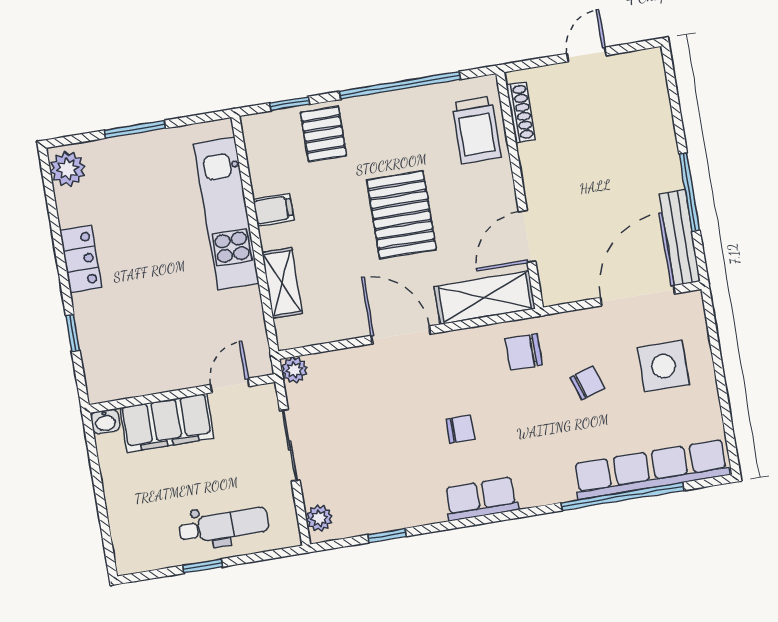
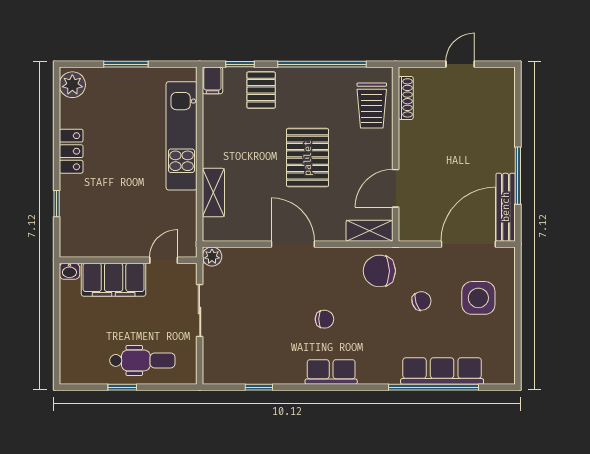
filing cabinet: (273, 210) -> (212, 80), moved, turned 90
shelving: (485, 298) -> (369, 231), width x0.67, depth x0.75
chair: (524, 352) -> (379, 271), width x1.37, depth x1.37
row of seats: (651, 469) -> (442, 371), width x0.73
plant: (319, 518) -> (212, 367), removed

